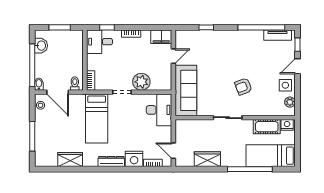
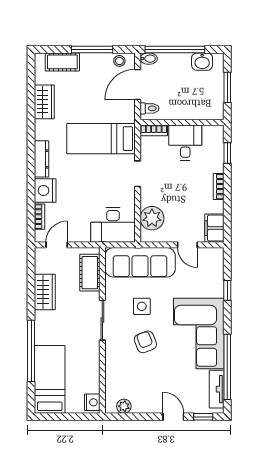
desk: (100, 42) -> (185, 143), moved
corner sofa: (237, 48) -> (199, 333), added
plant: (141, 82) -> (152, 218), moved
side table: (285, 85) -> (142, 306), moved
cot: (267, 127) -> (90, 273), moved
window: (32, 136) -> (92, 49), moved
cot: (41, 146) -> (62, 62), added

